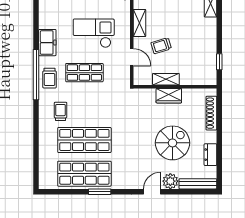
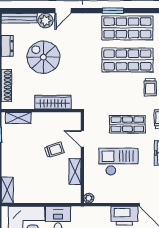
checkout: (94, 33) -> (119, 162), turned 180
shelving: (166, 79) -> (18, 118), moved
wardrobe: (169, 96) -> (53, 102), width x1.50
spiral stairs: (172, 143) -> (43, 57), turned 90

